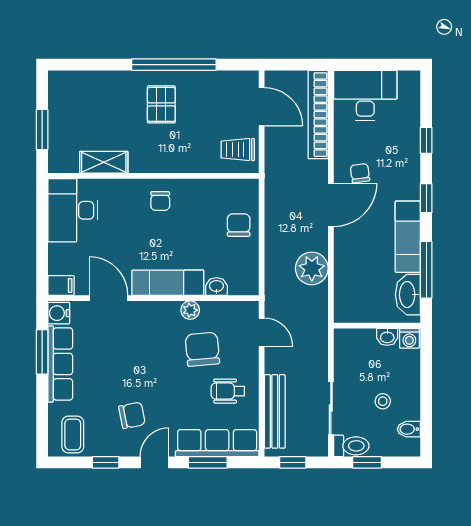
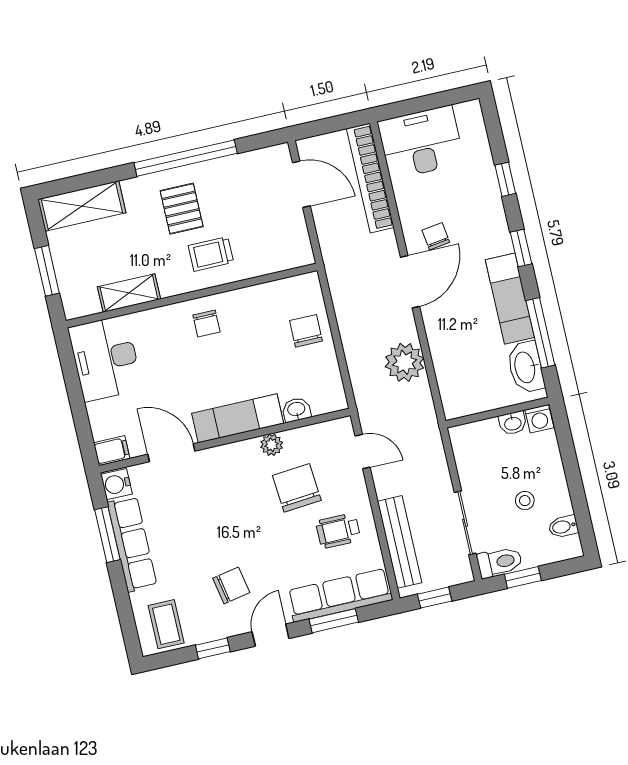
shelving: (82, 84) -> (82, 206), added
trolley: (238, 150) -> (211, 254), moved

